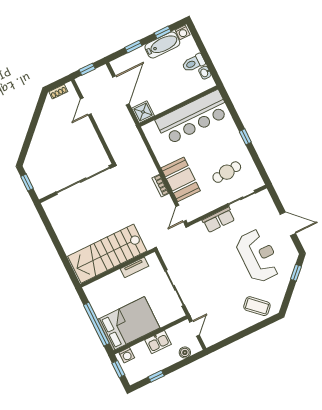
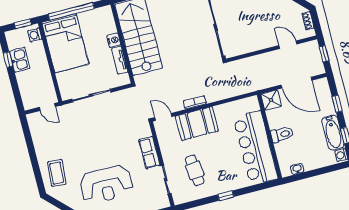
toilet: (194, 63) -> (282, 134), moved, turned 90
nightstand: (116, 277) -> (114, 40), added
coffee table: (257, 306) -> (57, 173), turned -38
kitchen sink: (158, 342) -> (20, 60), moved, turned 180
boiler: (185, 352) -> (26, 93), removed

